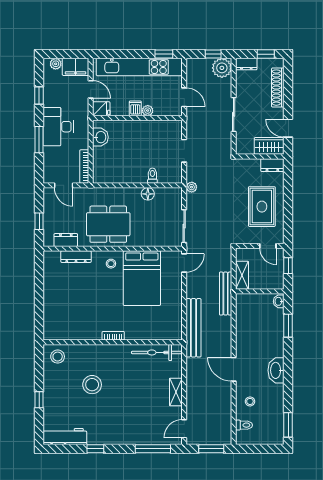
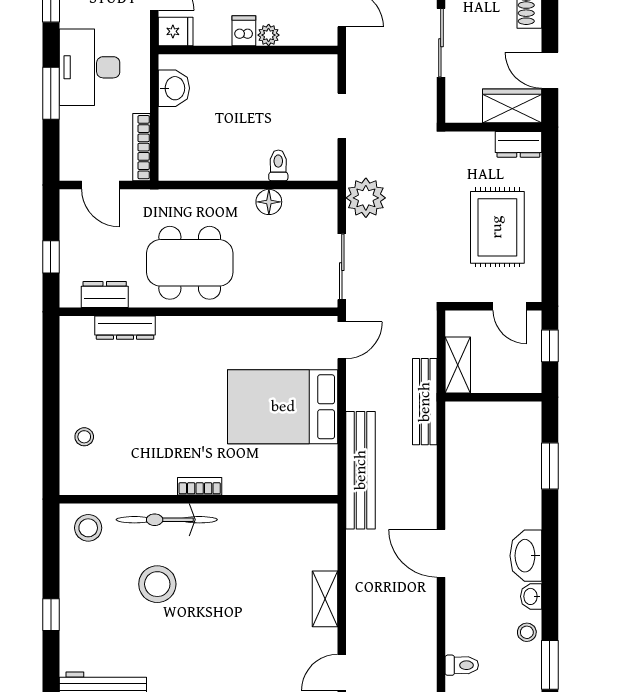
plant: (192, 187) -> (366, 198), width x1.88, depth x1.88
stool: (111, 264) -> (84, 437), moved
bed: (142, 278) -> (283, 407), moved, turned 90
washbasin: (279, 301) -> (531, 596), moved
bicycle: (157, 352) -> (167, 520), moved
stool: (250, 401) -> (527, 632), moved

